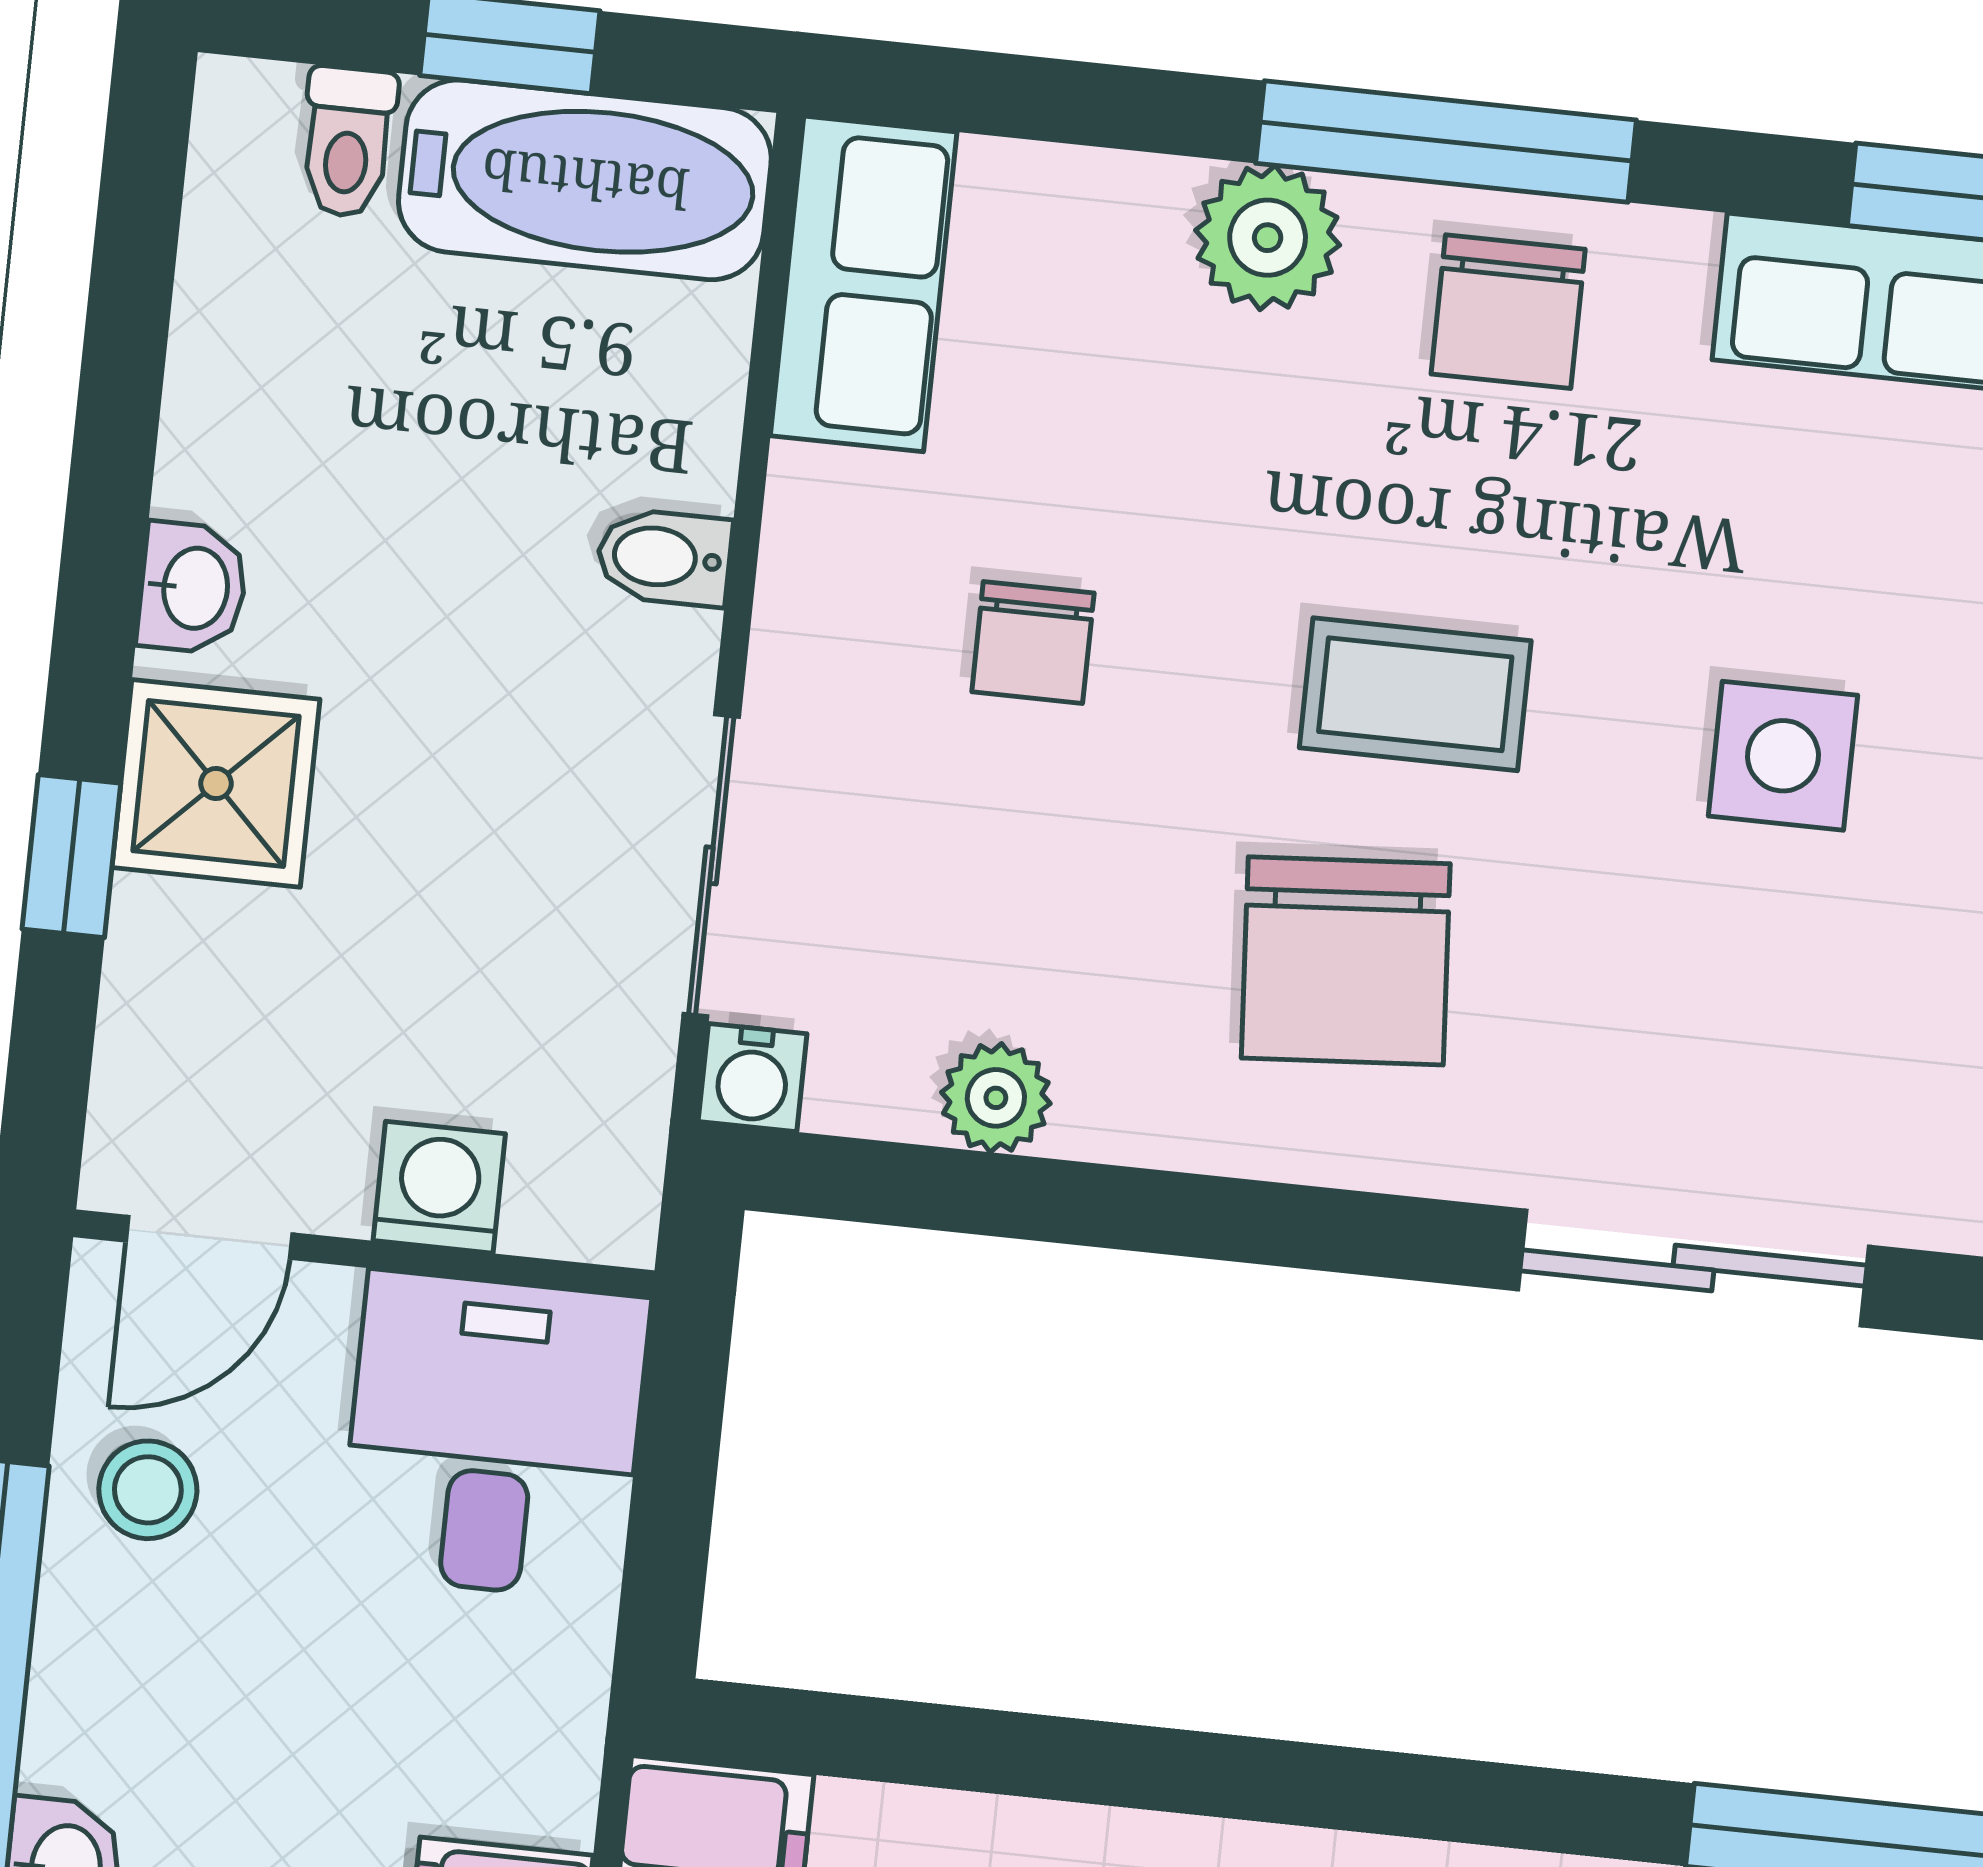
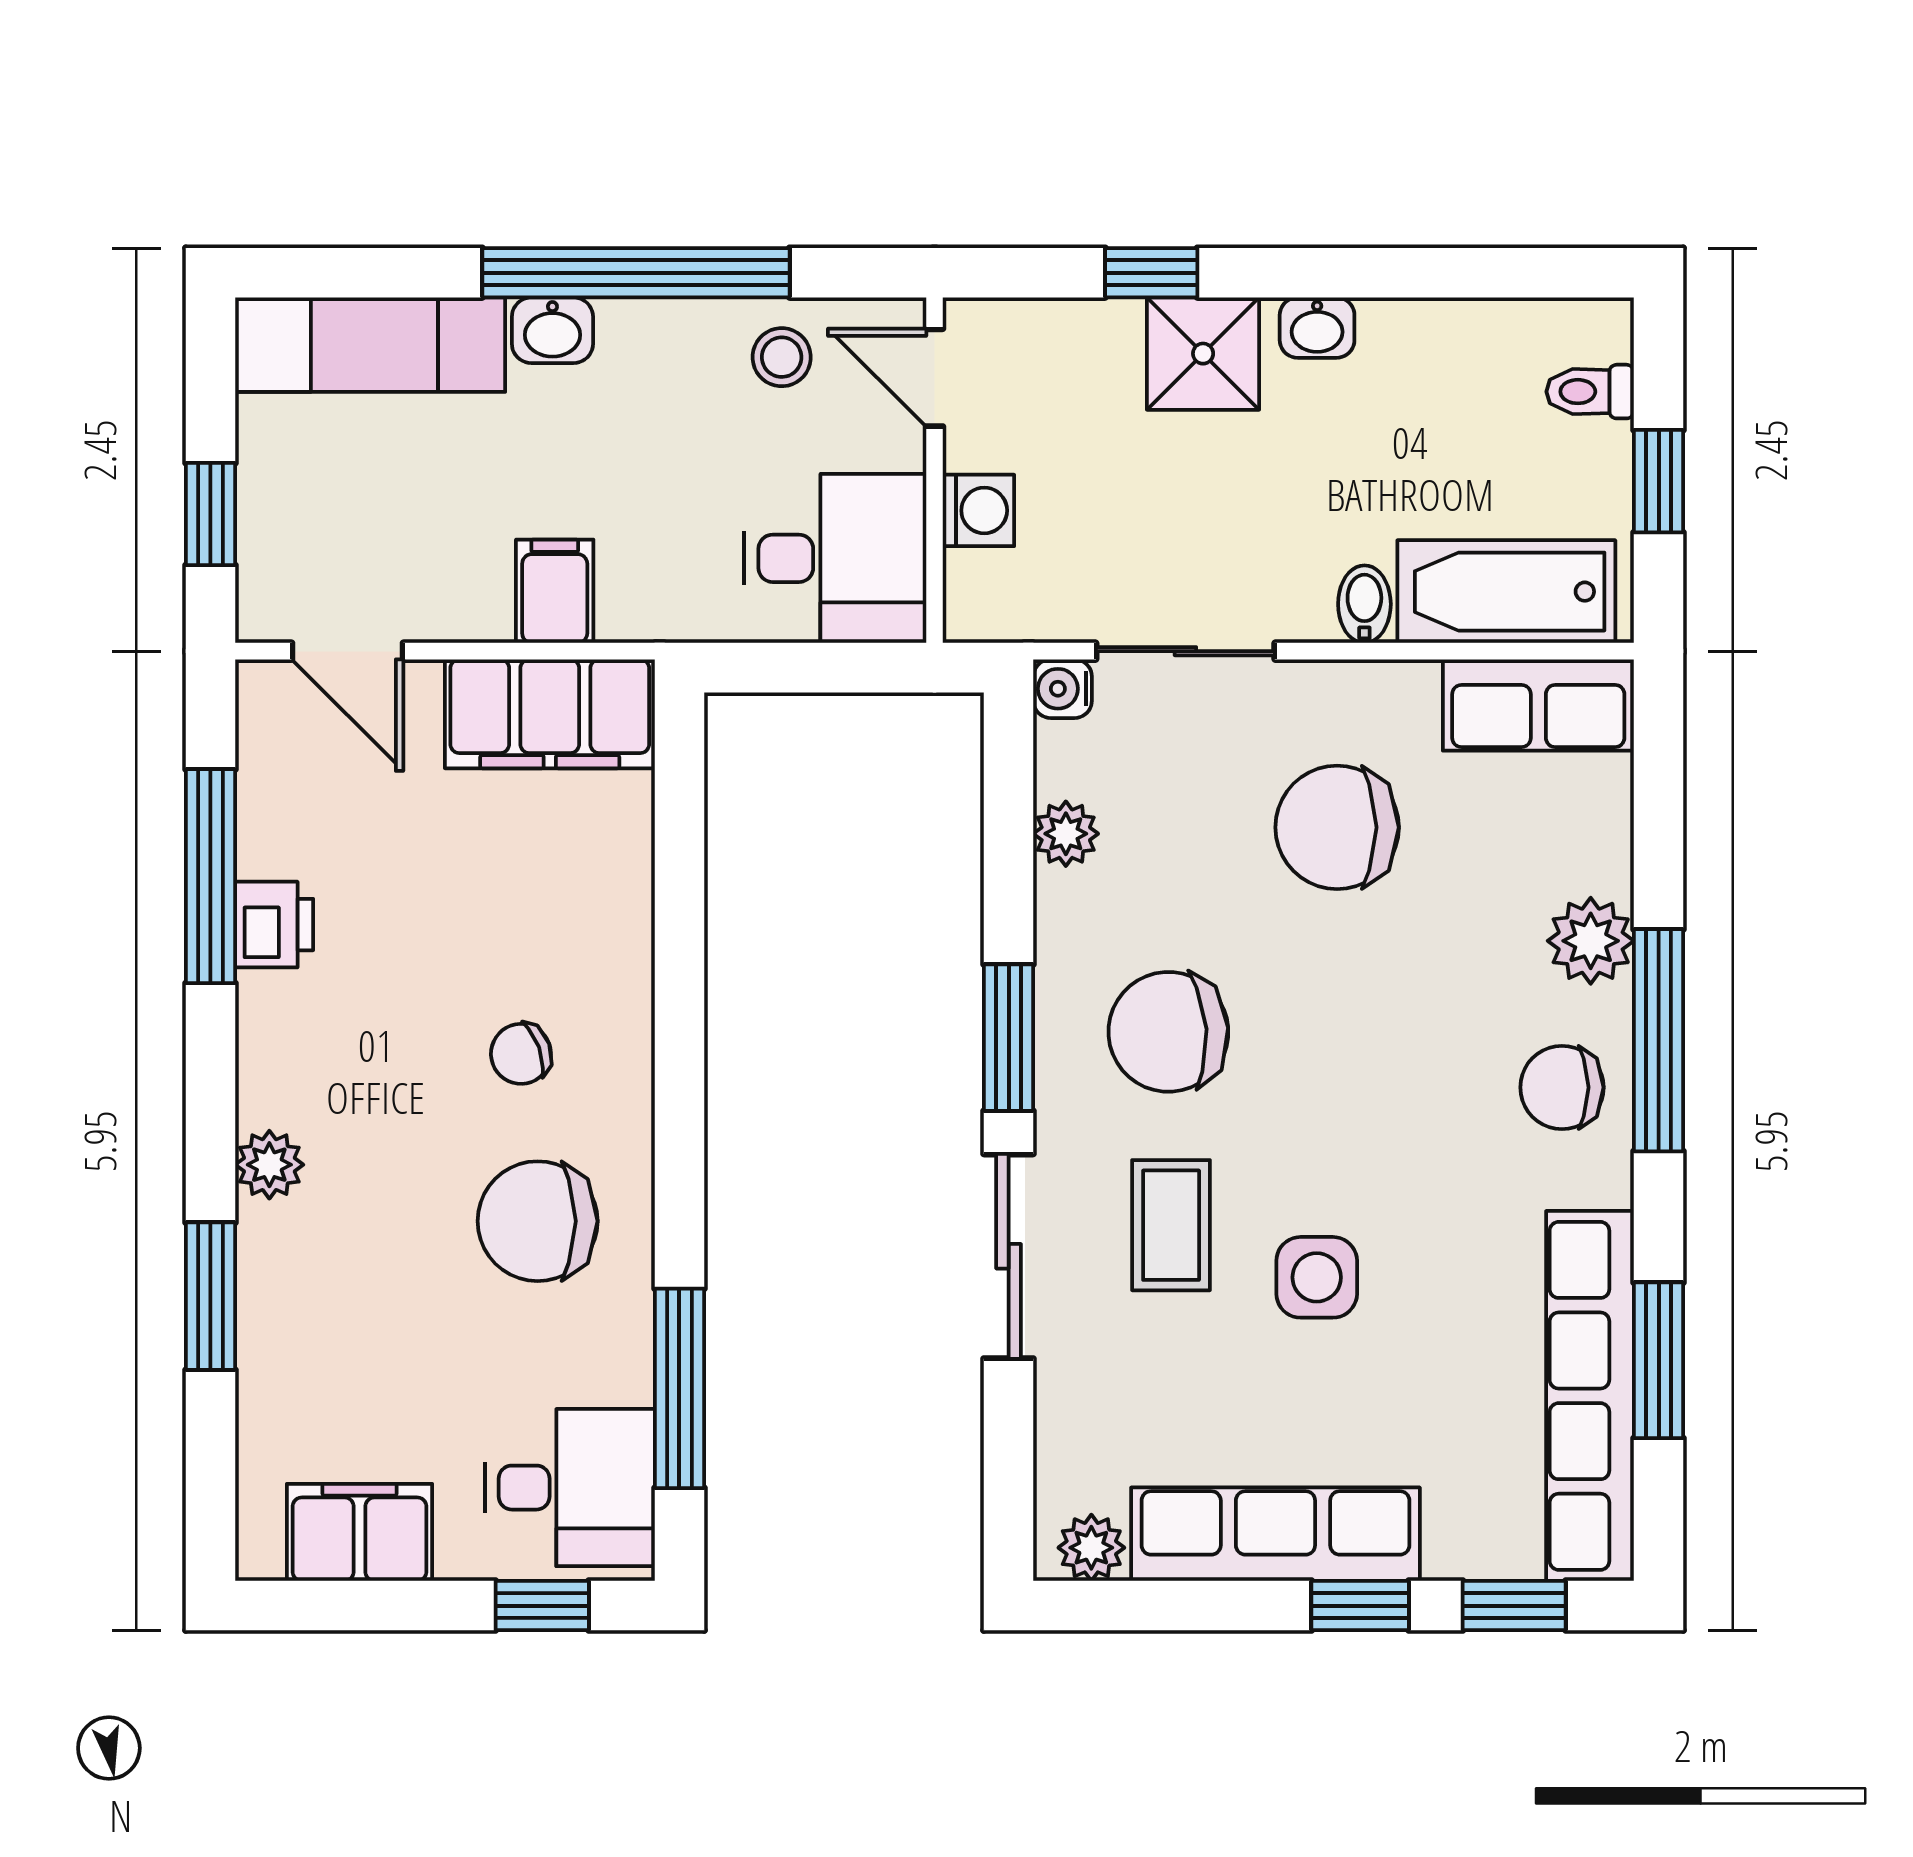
bathtub: (585, 180) -> (1506, 592), moved, turned 90
chair: (1033, 642) -> (1337, 827), width x1.87, depth x1.87
coffee table: (1415, 694) -> (1171, 1225), moved
window: (1327, 1230) -> (1009, 1038), added

